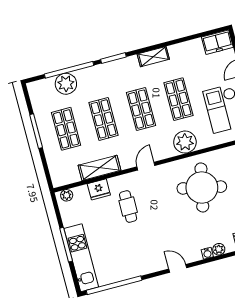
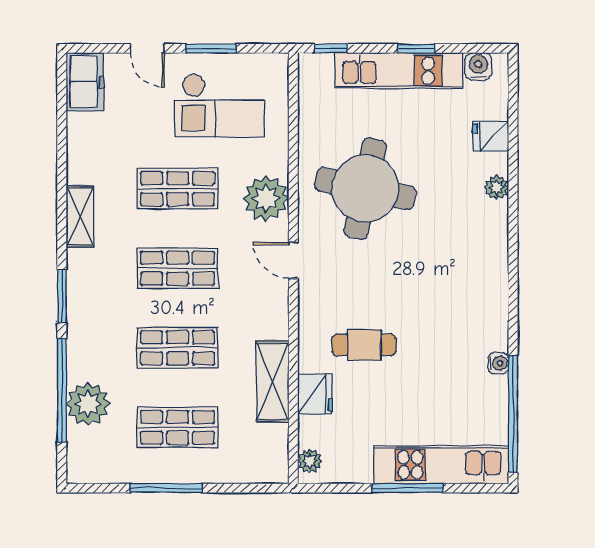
door: (146, 166) -> (293, 260), moved
water cooler: (207, 253) -> (498, 363), moved
door: (178, 268) -> (513, 279), removed

